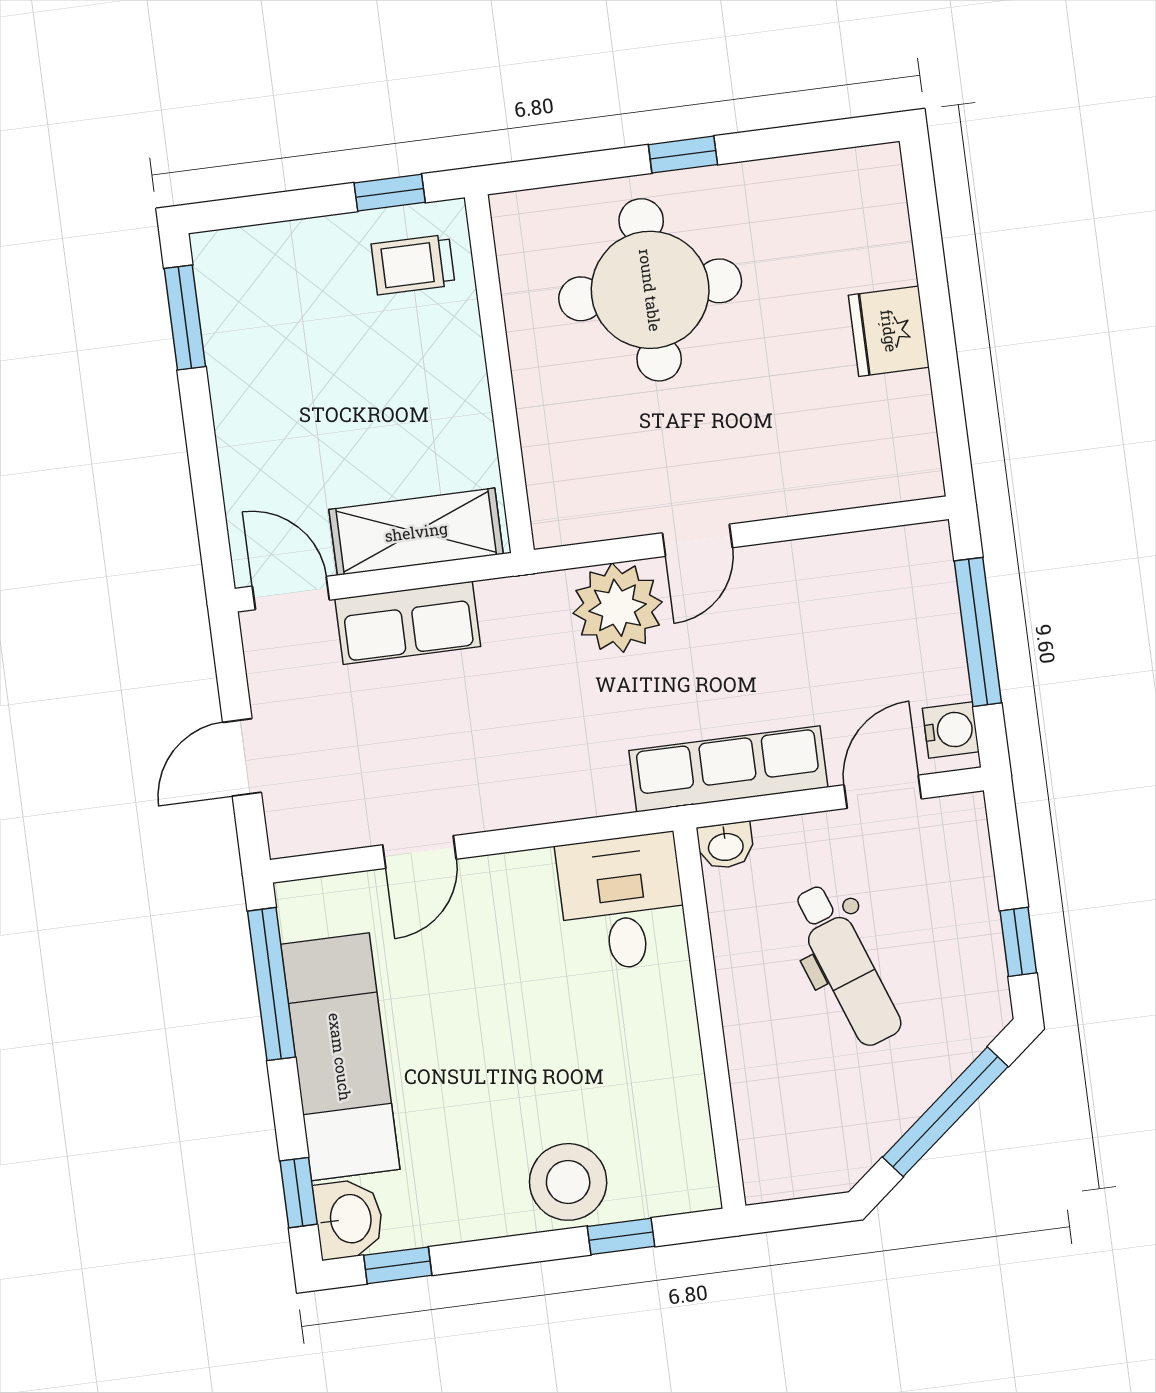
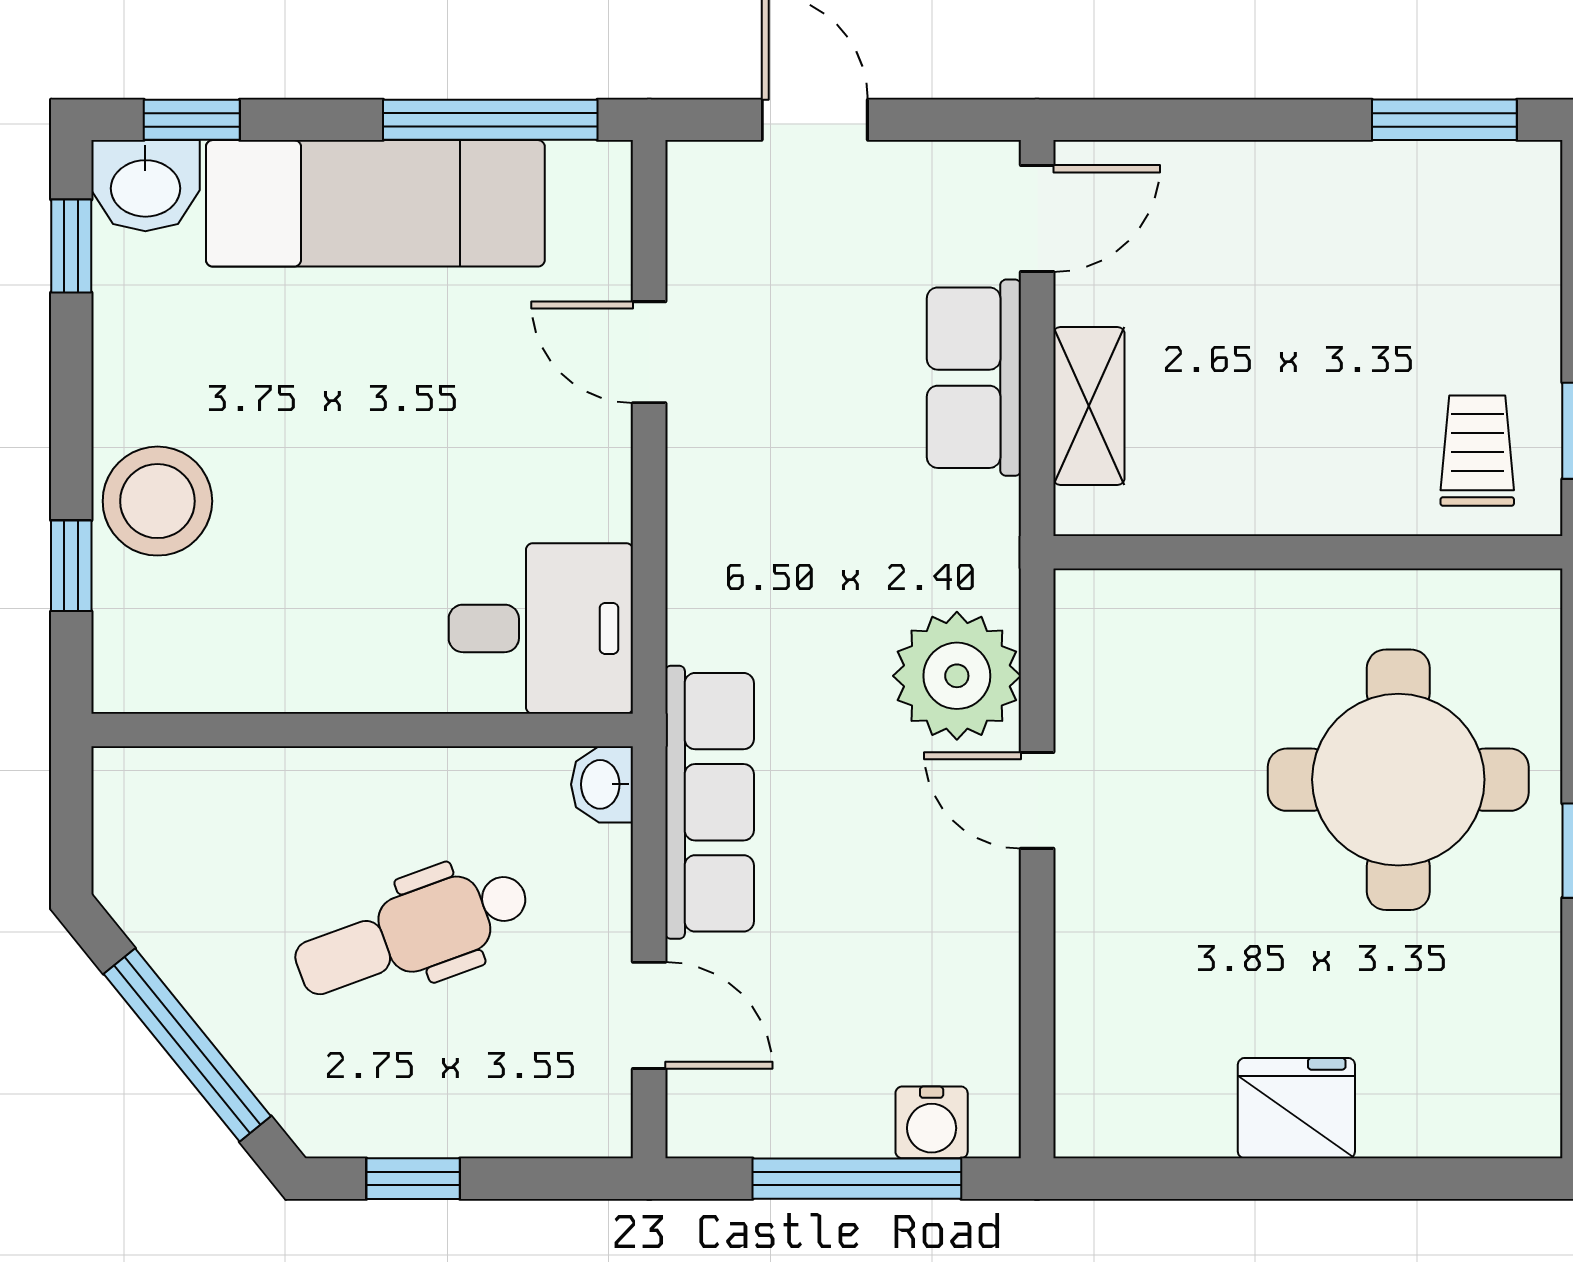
shelving: (416, 532) -> (1089, 406), width x0.67, depth x0.75
water cooler: (951, 730) -> (932, 1122), moved

